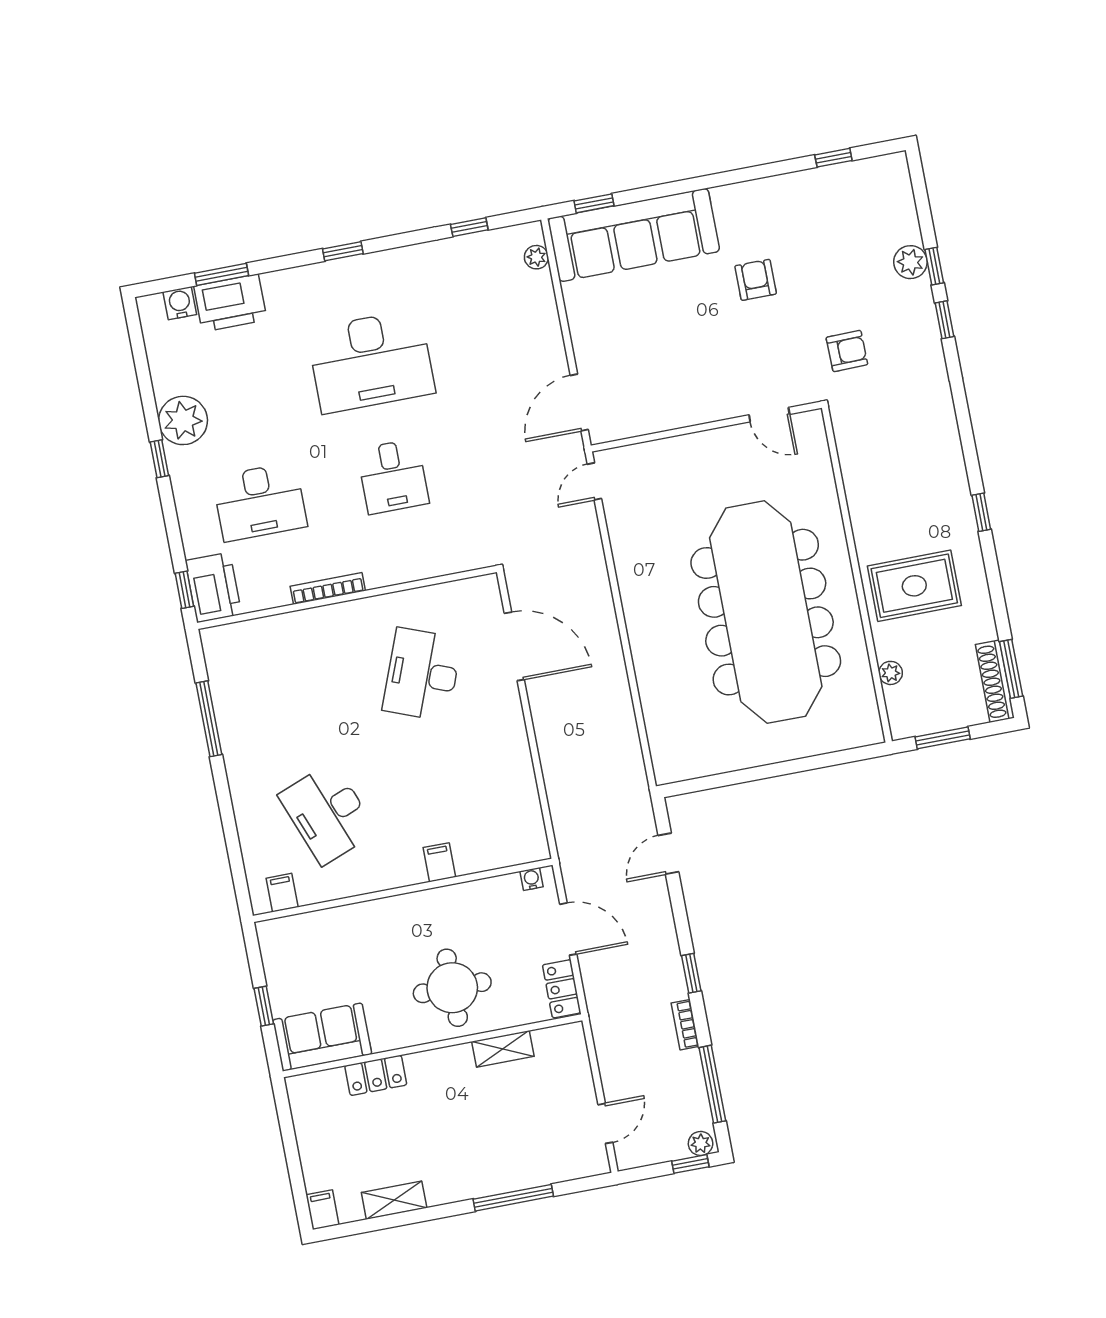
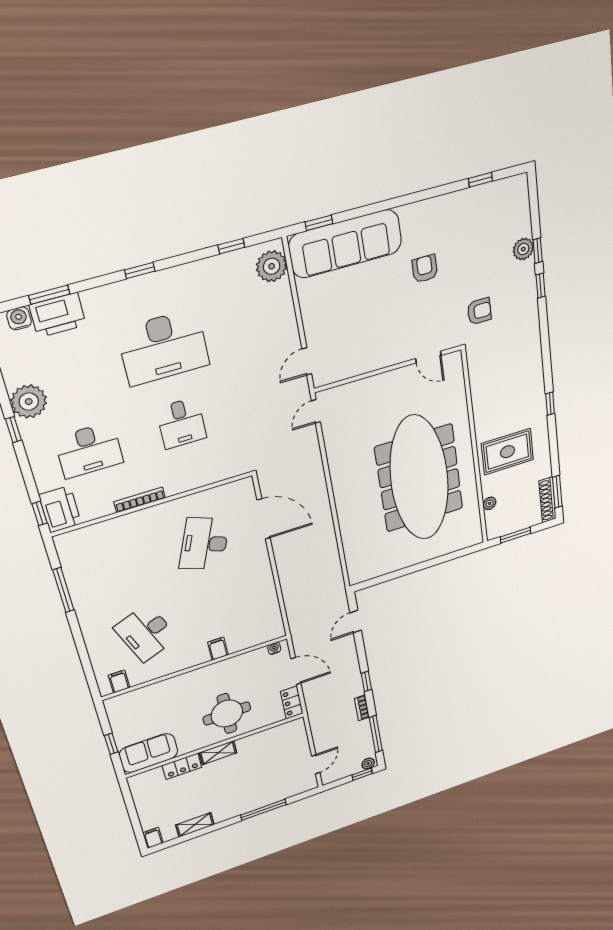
plant: (536, 257) -> (272, 266), width x1.88, depth x1.88
door: (579, 402) -> (307, 361), width x0.73
shelving: (503, 1049) -> (218, 753), moved

